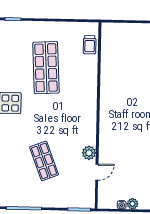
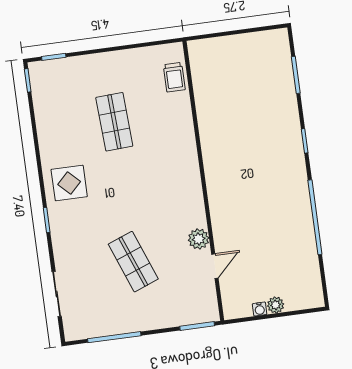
shop shelf: (46, 68) -> (114, 122), width x0.70, depth x0.74

